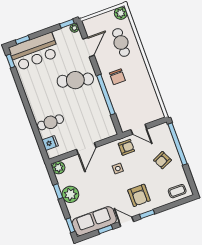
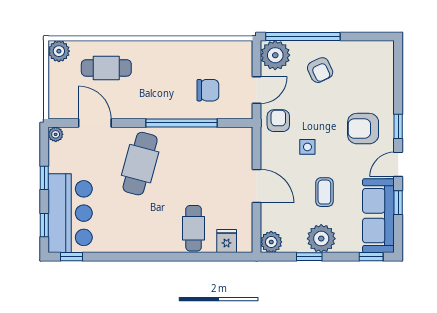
window: (67, 24) -> (44, 178), moved
chair: (117, 77) -> (208, 90), moved
plant: (162, 133) -> (275, 55), added
coffee table: (177, 191) -> (324, 192), moved
armchair: (139, 195) -> (363, 129), turned 180

